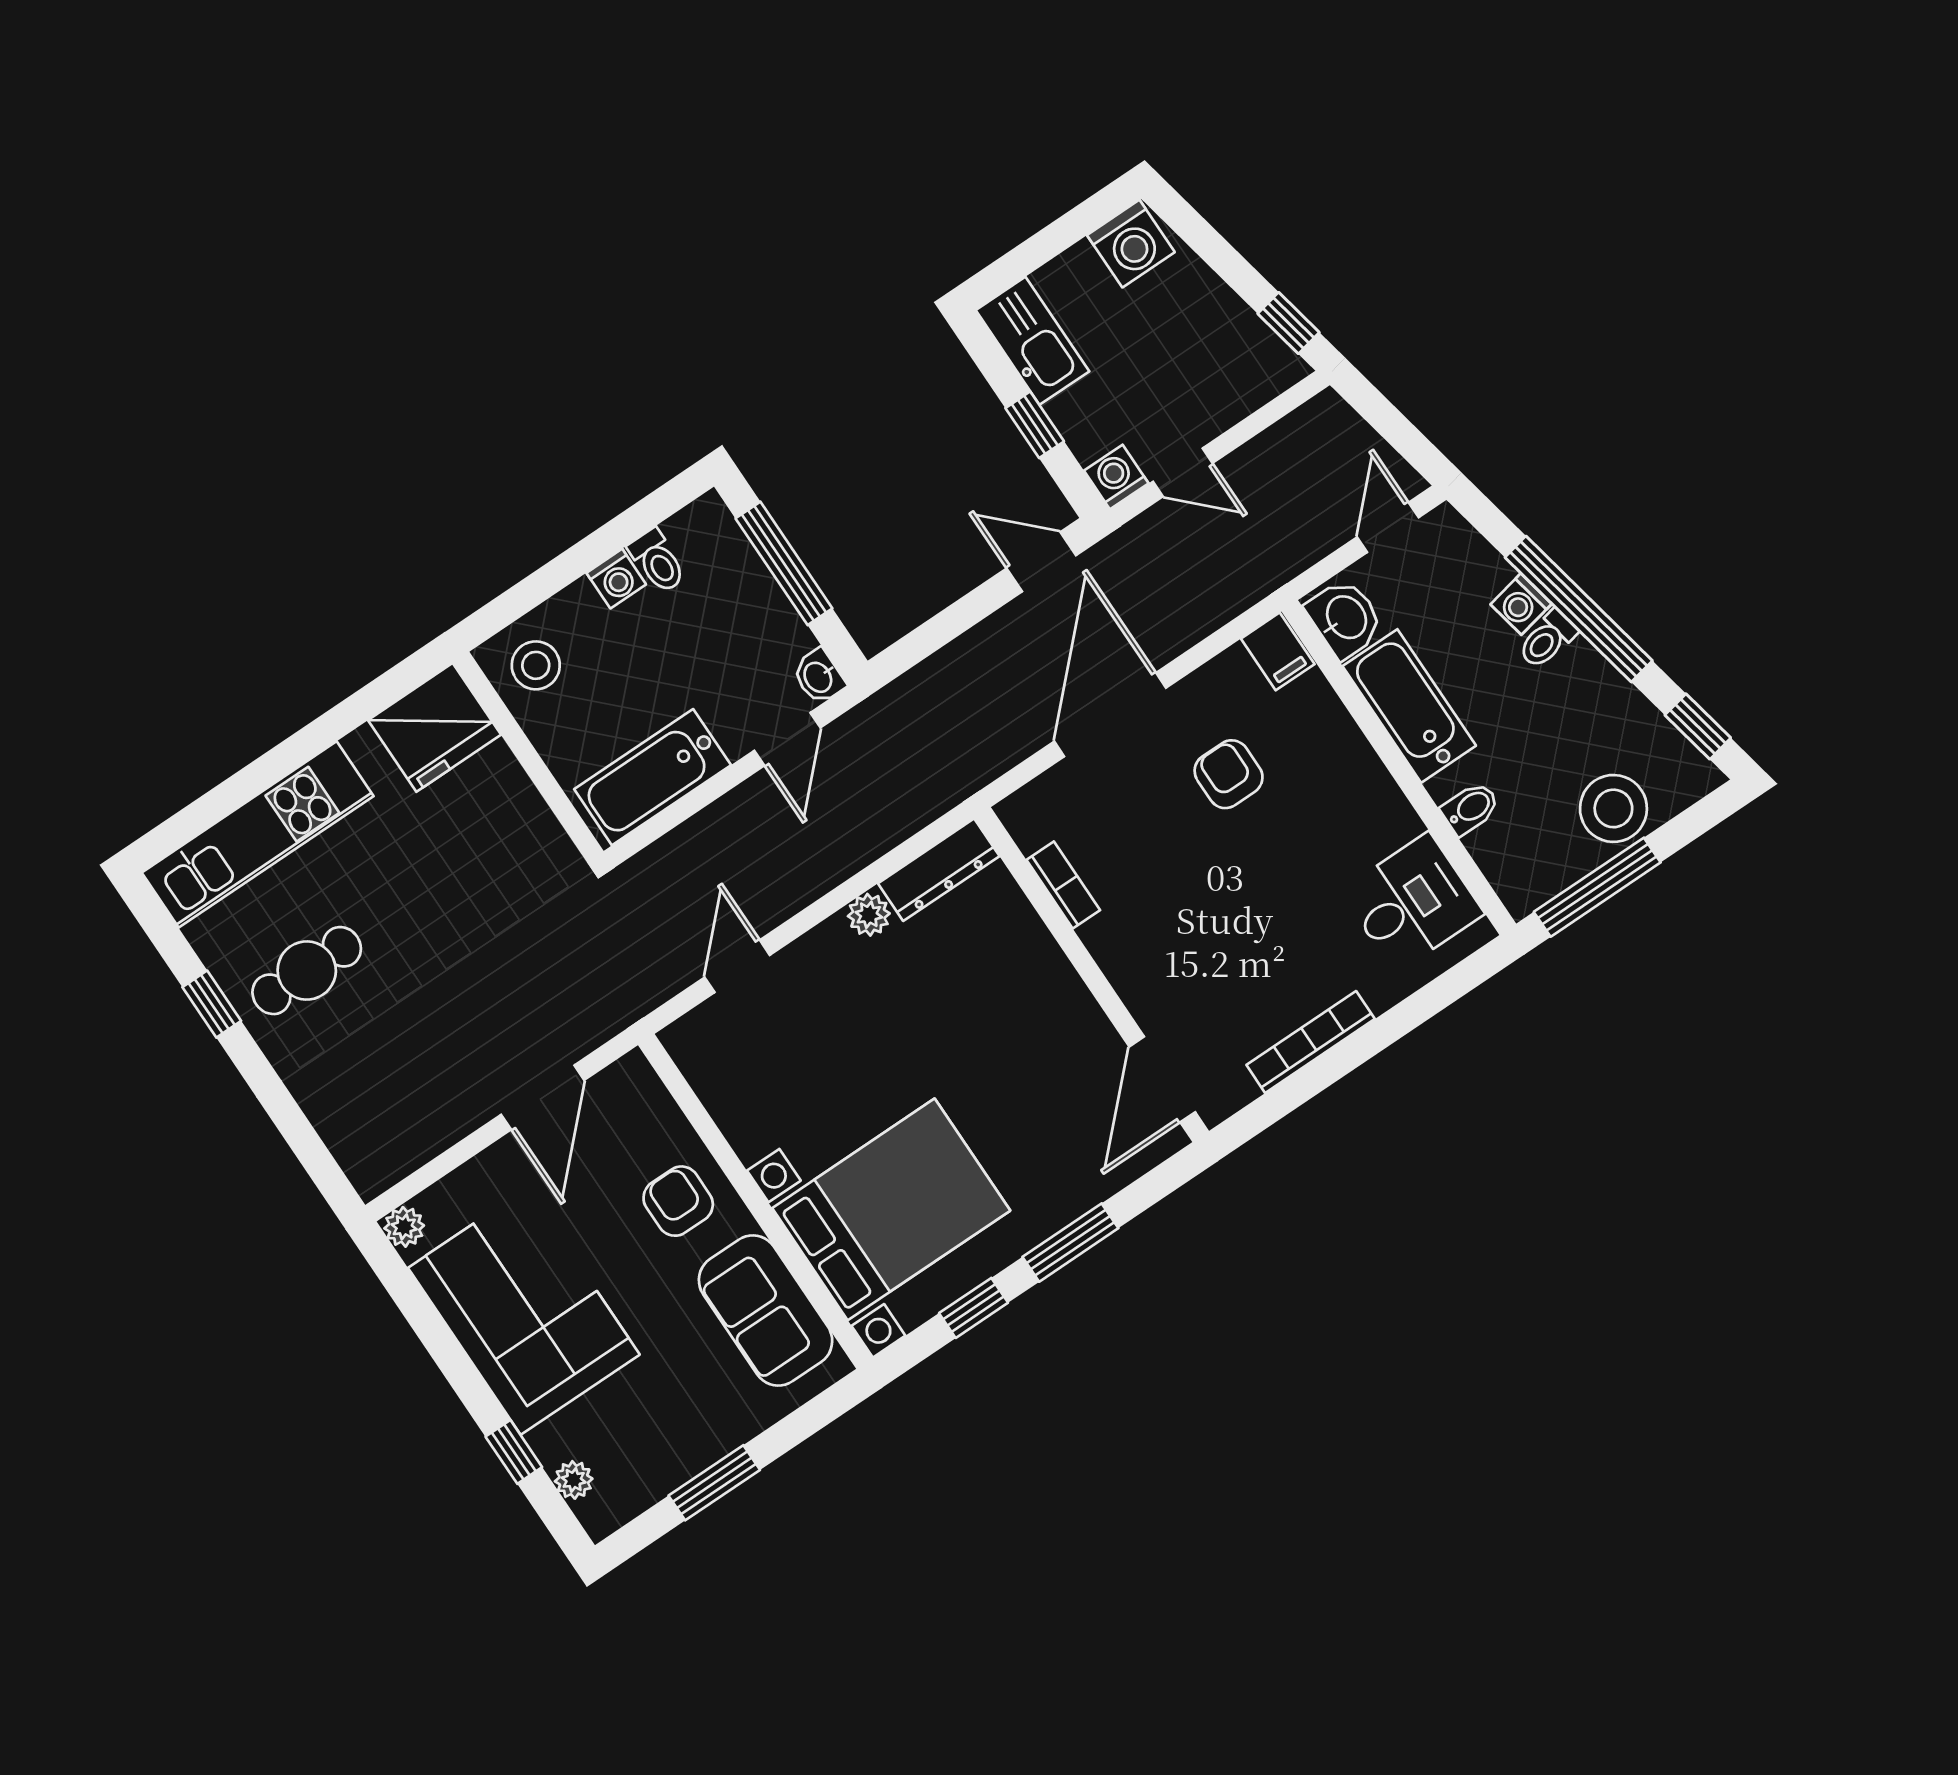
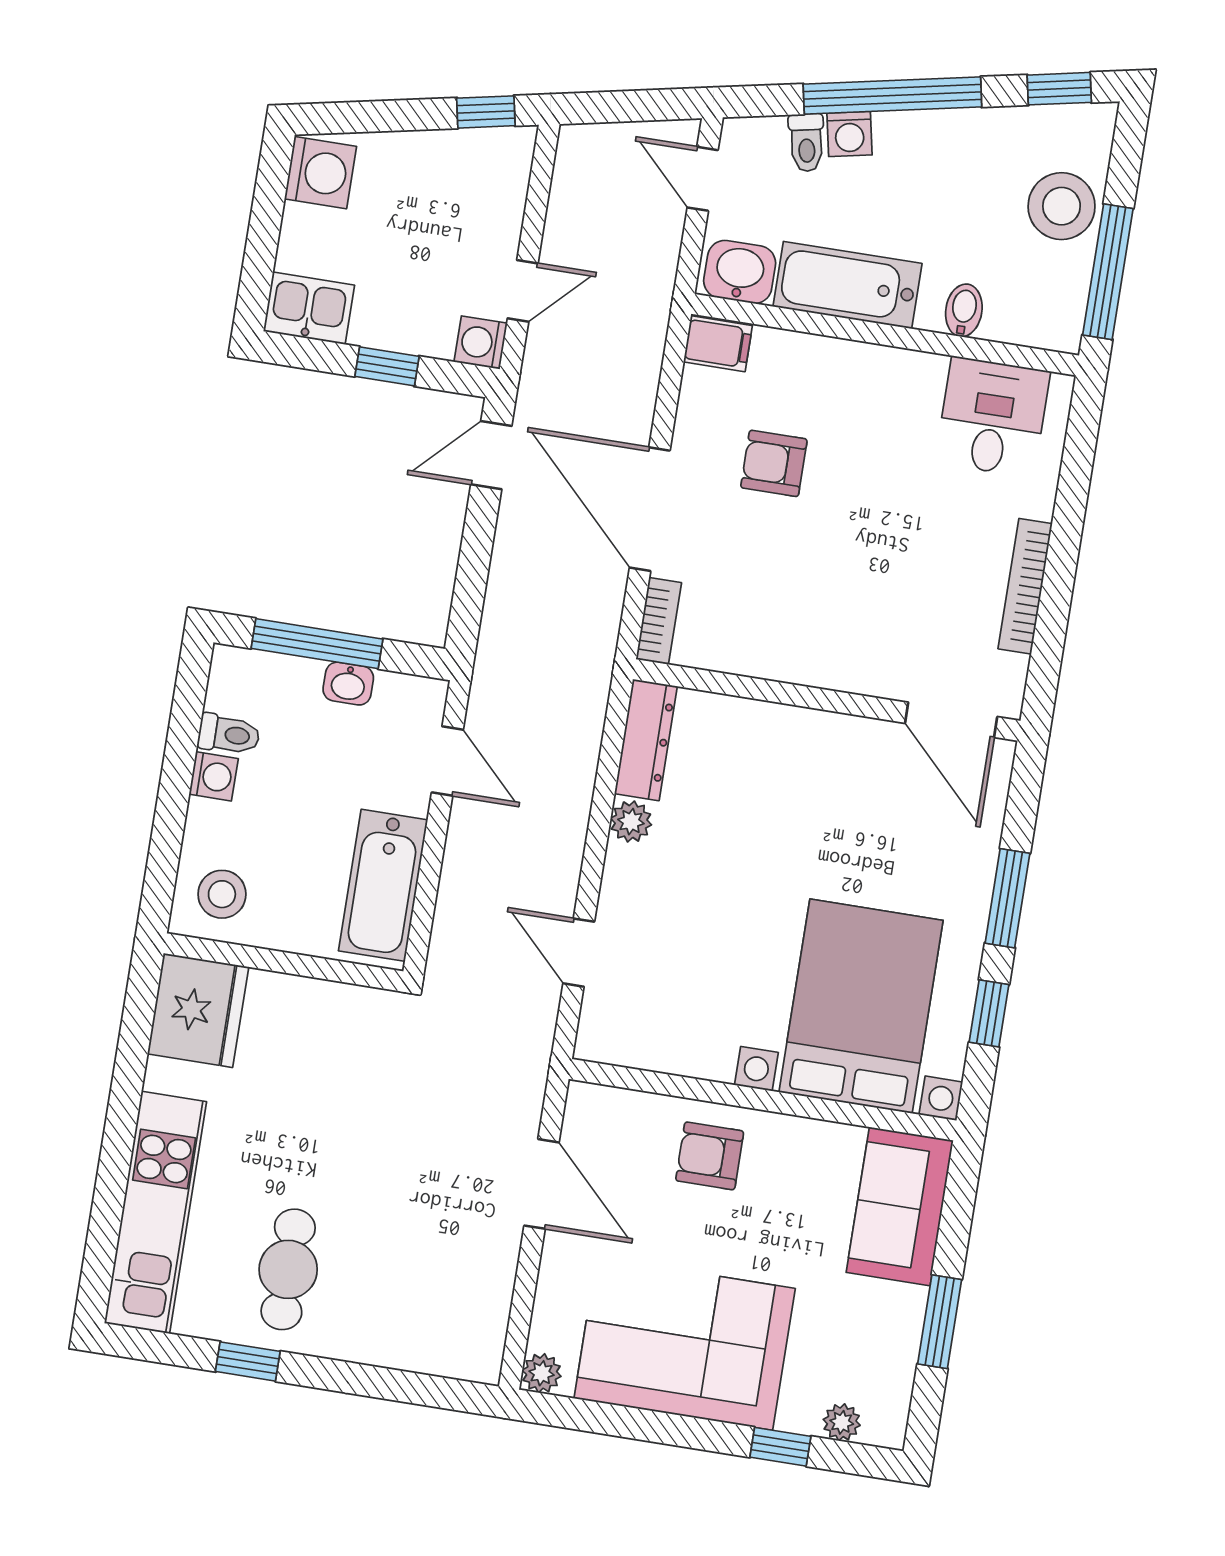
kitchen sink: (1032, 341) -> (309, 308), width x0.73
toilet: (1547, 639) -> (806, 143), moved
washbasin: (819, 677) -> (348, 684), moved
bookcase: (1063, 885) -> (659, 621), moved, turned 90
sofa: (766, 1311) -> (900, 1206), moved, turned 90

